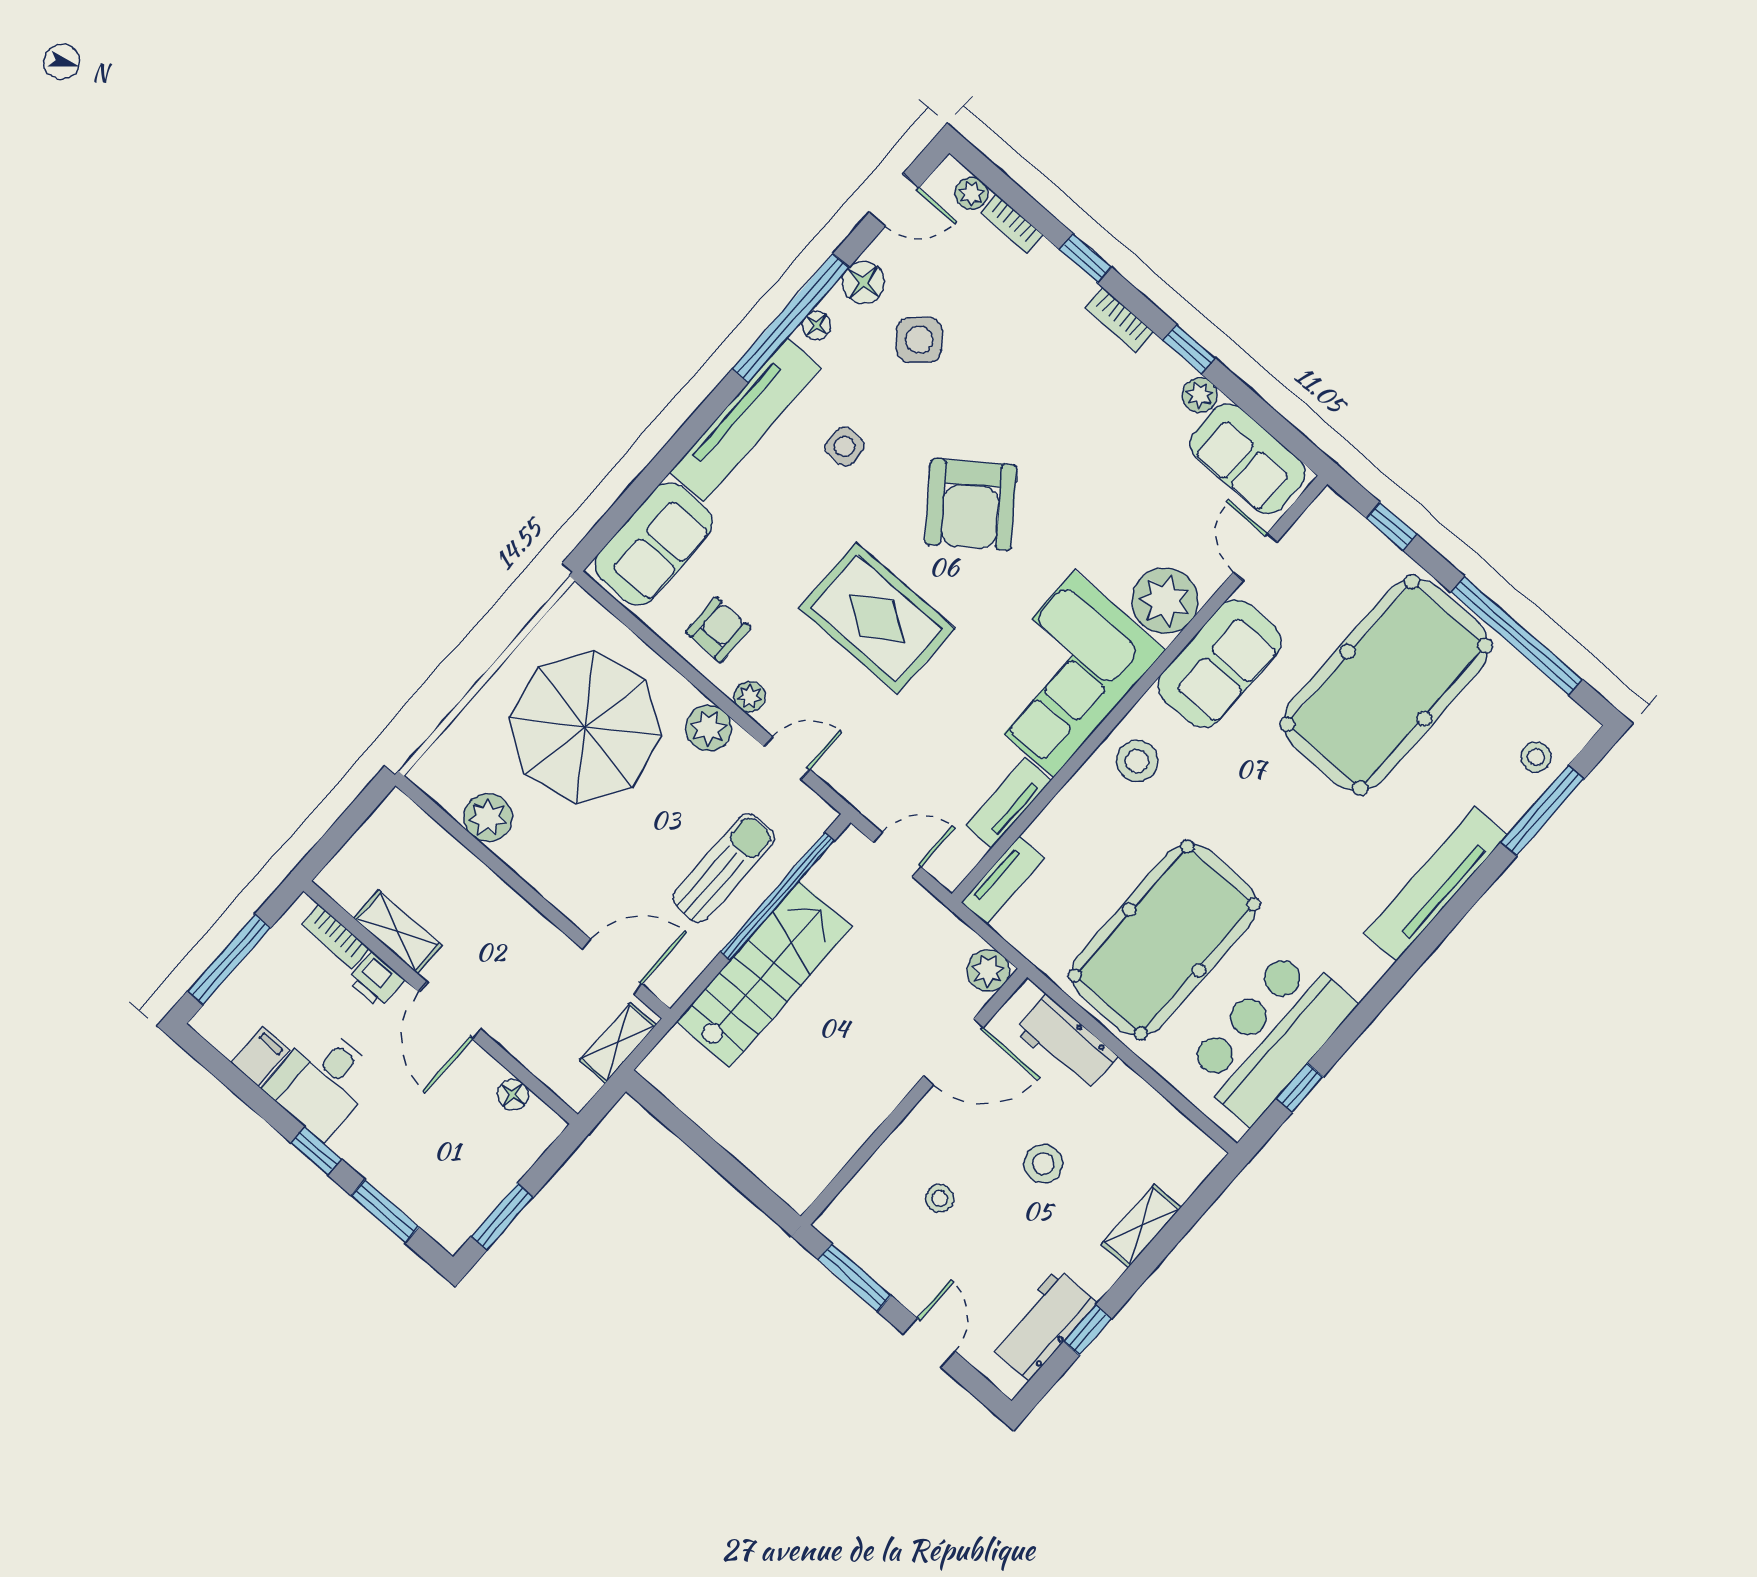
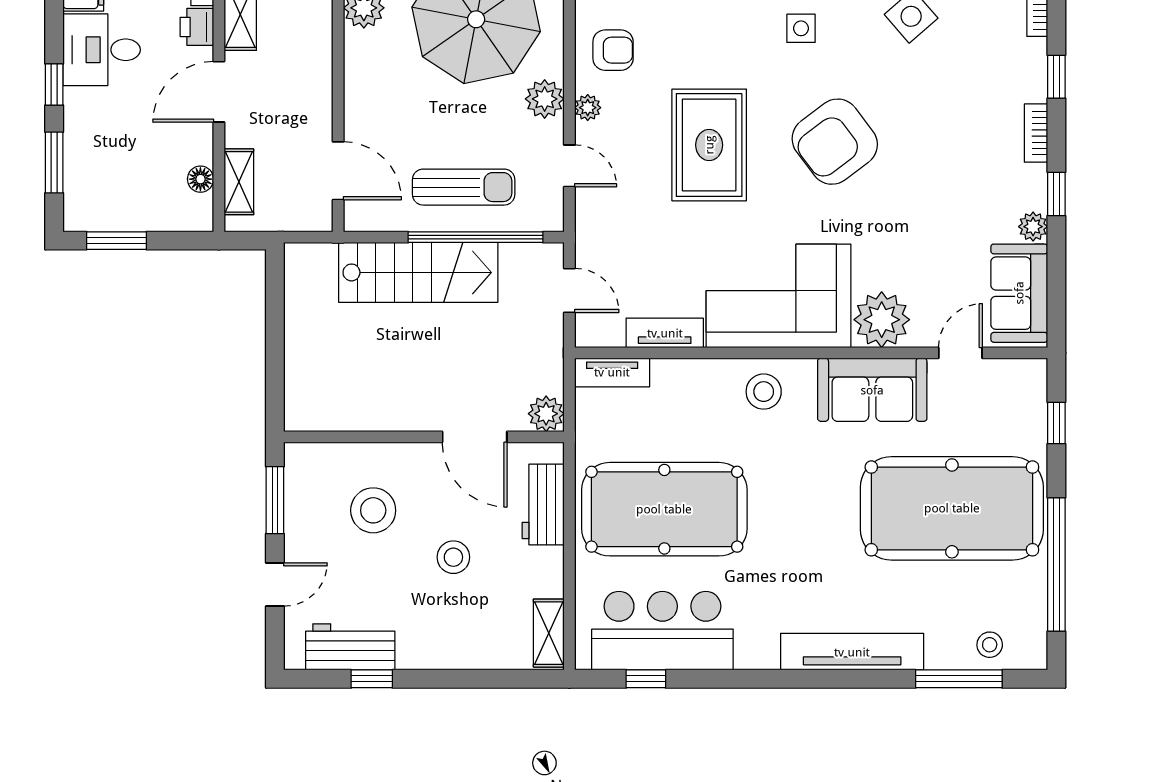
shelving: (618, 1043) -> (239, 182), moved, turned 90
stool: (940, 1198) -> (373, 510), width x1.89, depth x1.89
shelving: (1141, 1226) -> (549, 633), moved, turned 90

